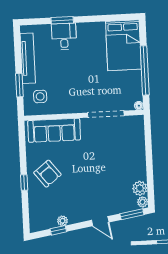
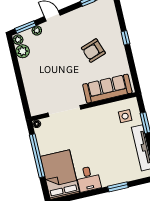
desk: (64, 36) -> (88, 179), moved
armchair: (47, 174) -> (93, 51), moved, turned -71
plant: (62, 221) -> (37, 30), moved

